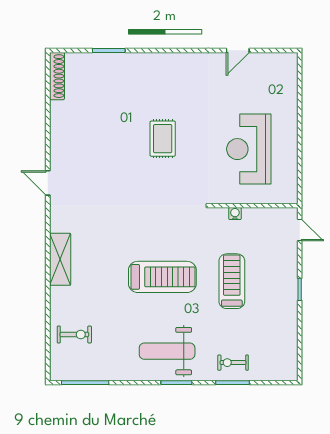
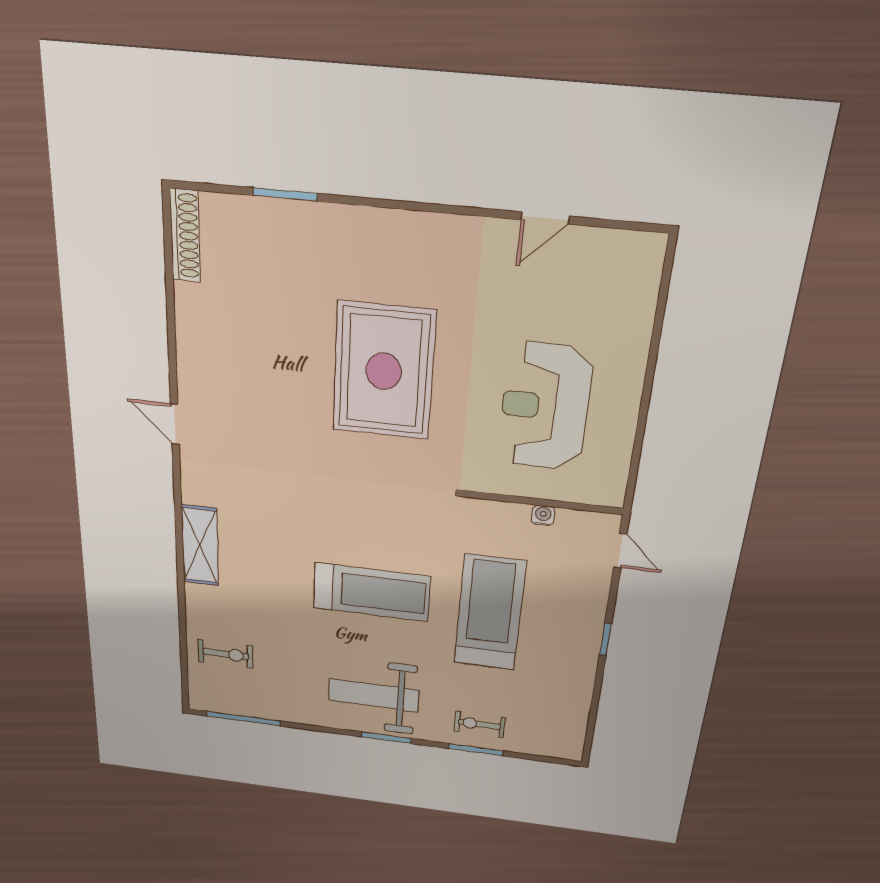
rug: (163, 139) -> (384, 371), width x1.86, depth x2.06
water cooler: (235, 214) -> (543, 515), moved
treadmill: (232, 281) -> (490, 613), width x1.37, depth x1.38

